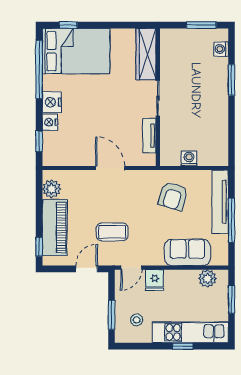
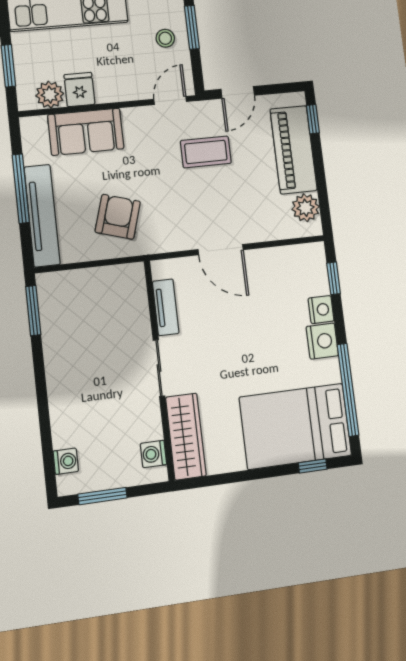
window: (232, 80) -> (33, 311), moved
washing machine: (189, 158) -> (153, 454), moved, turned 90
fridge: (155, 280) -> (79, 90), moved
stool: (137, 320) -> (165, 38), moved

